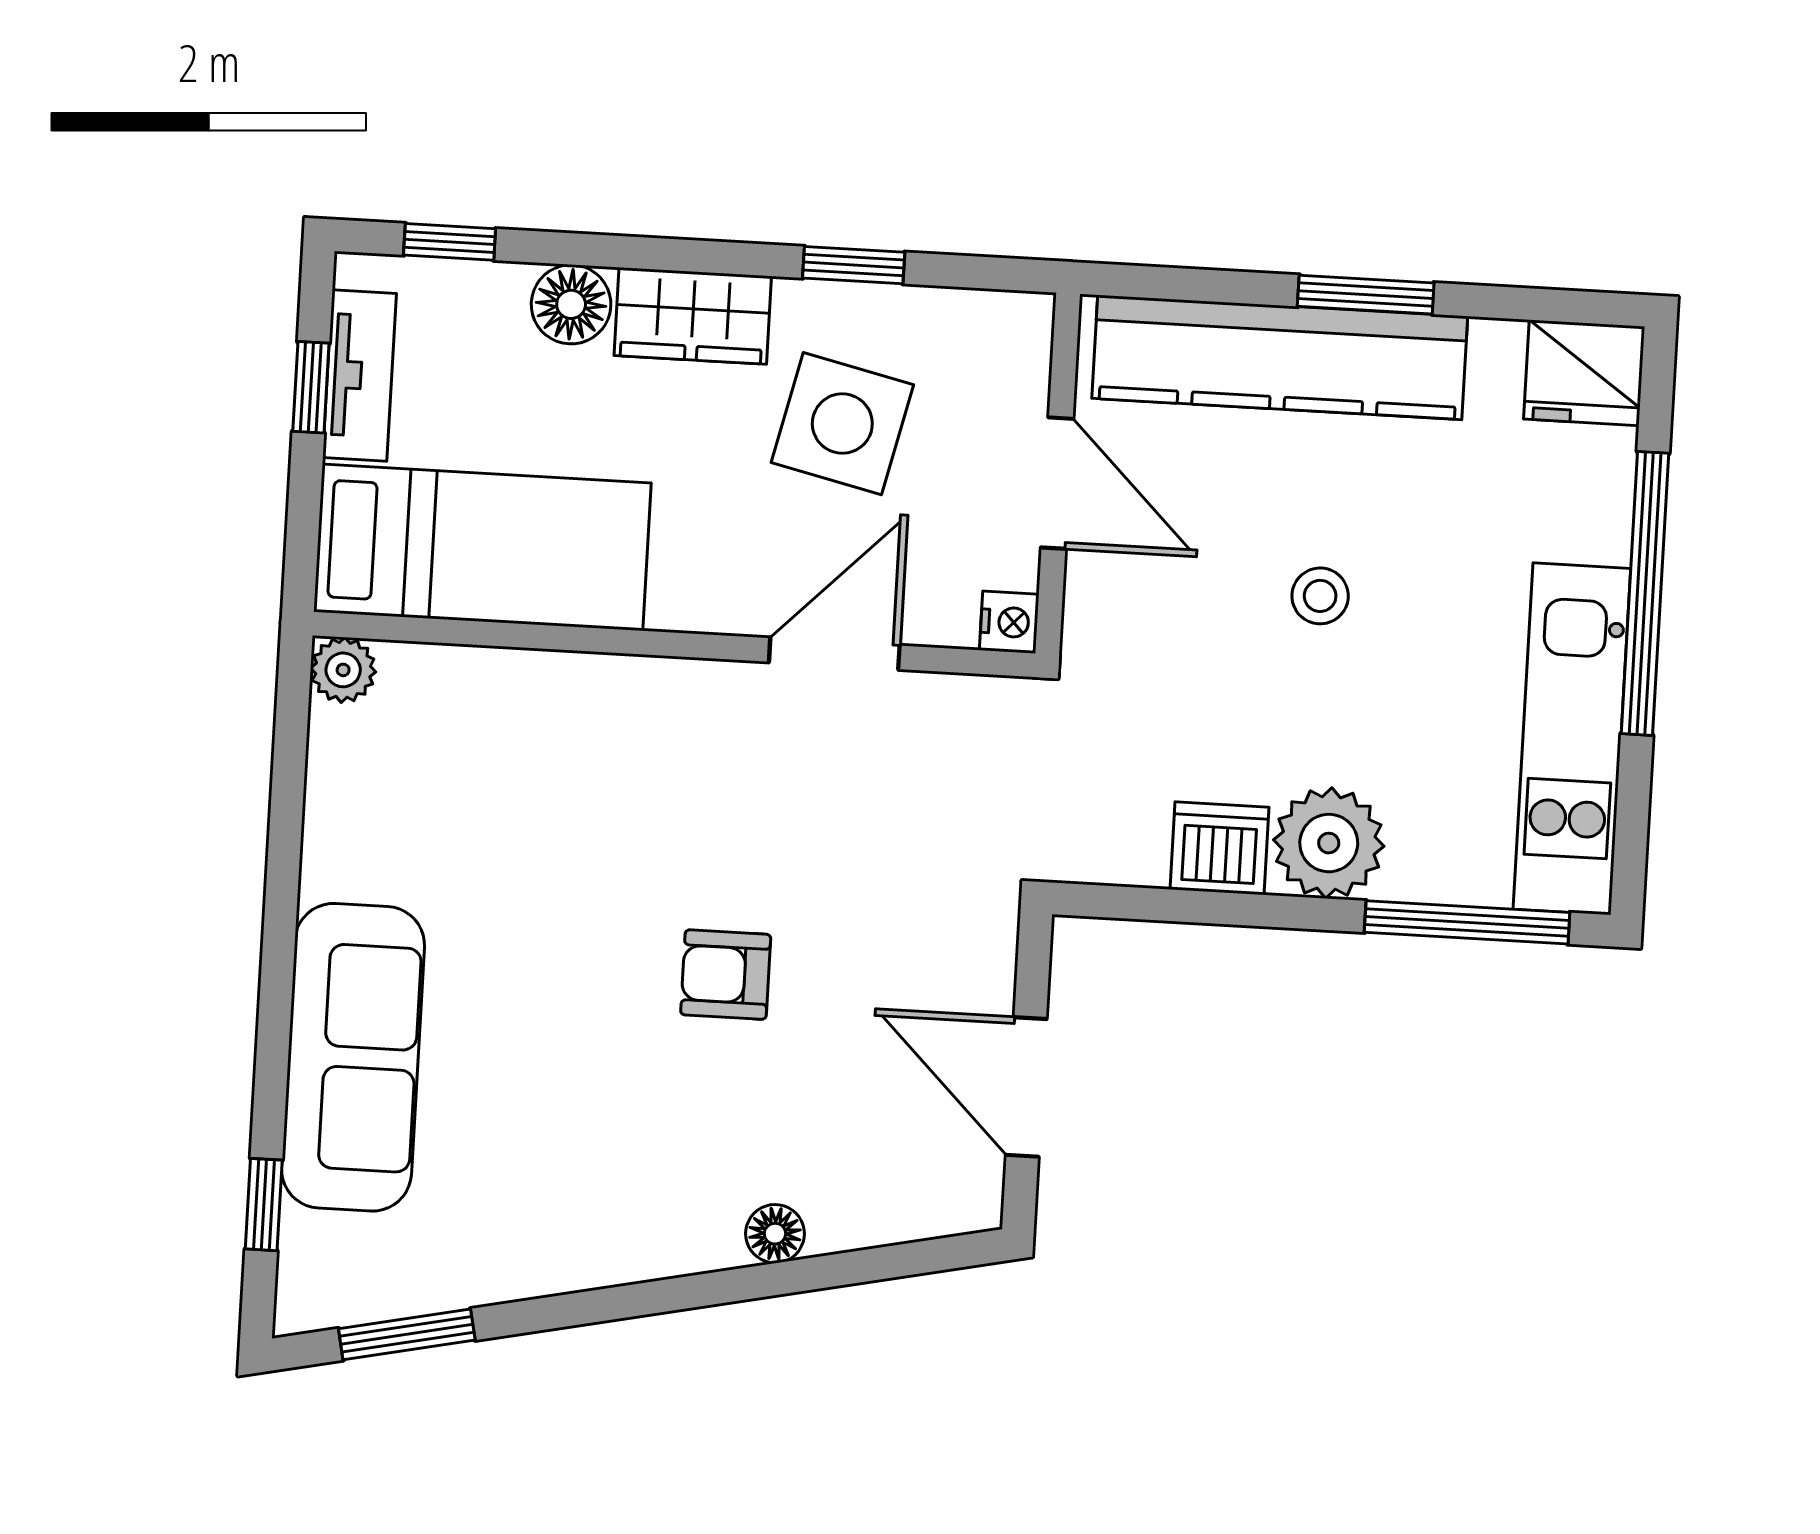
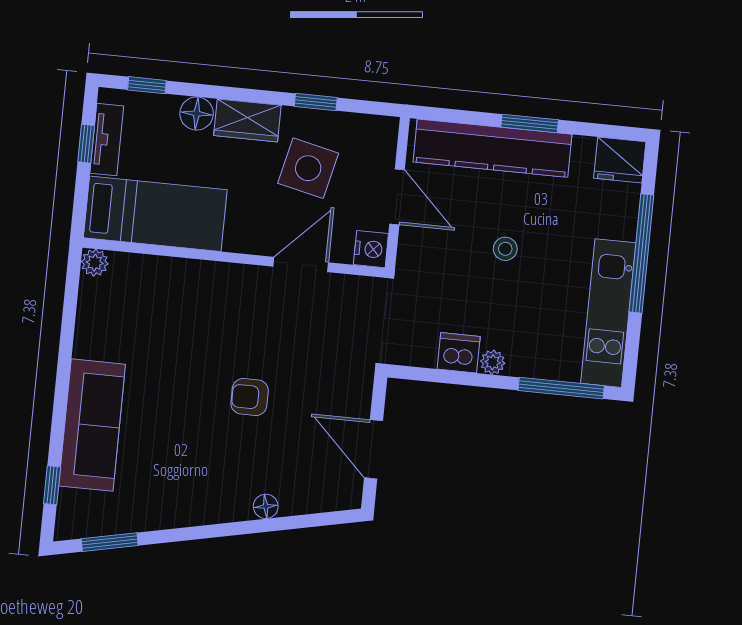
nightstand: (1009, 622) -> (371, 249), width x1.39, depth x1.35
plant: (1329, 843) -> (493, 362), width x0.53, depth x0.53

